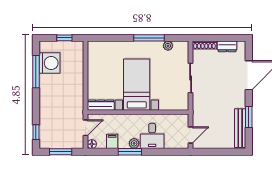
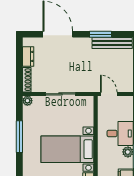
plant: (168, 46) -> (27, 101), moved
door: (191, 135) -> (109, 94), moved

